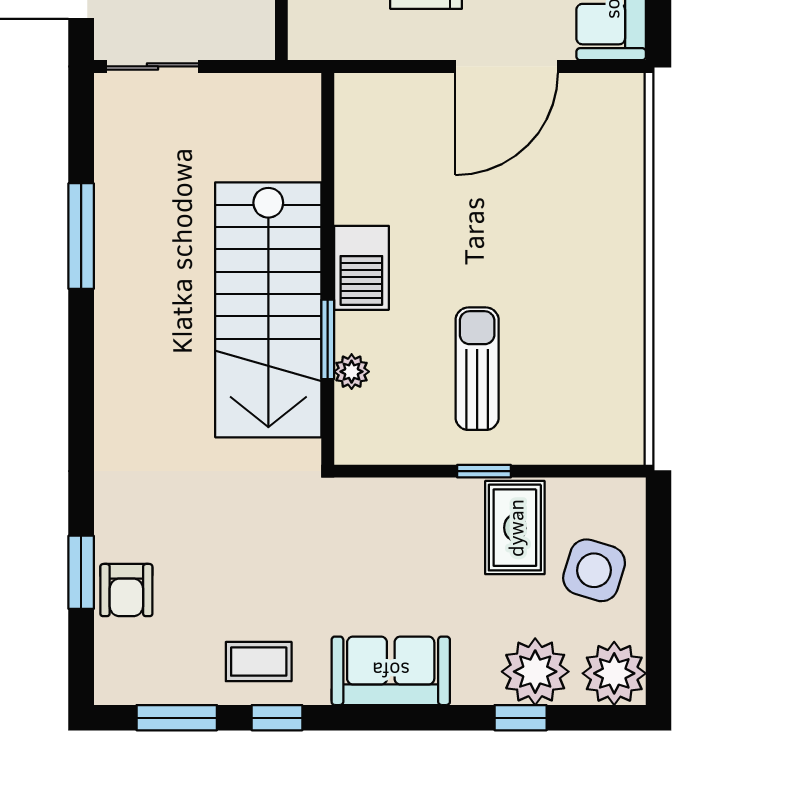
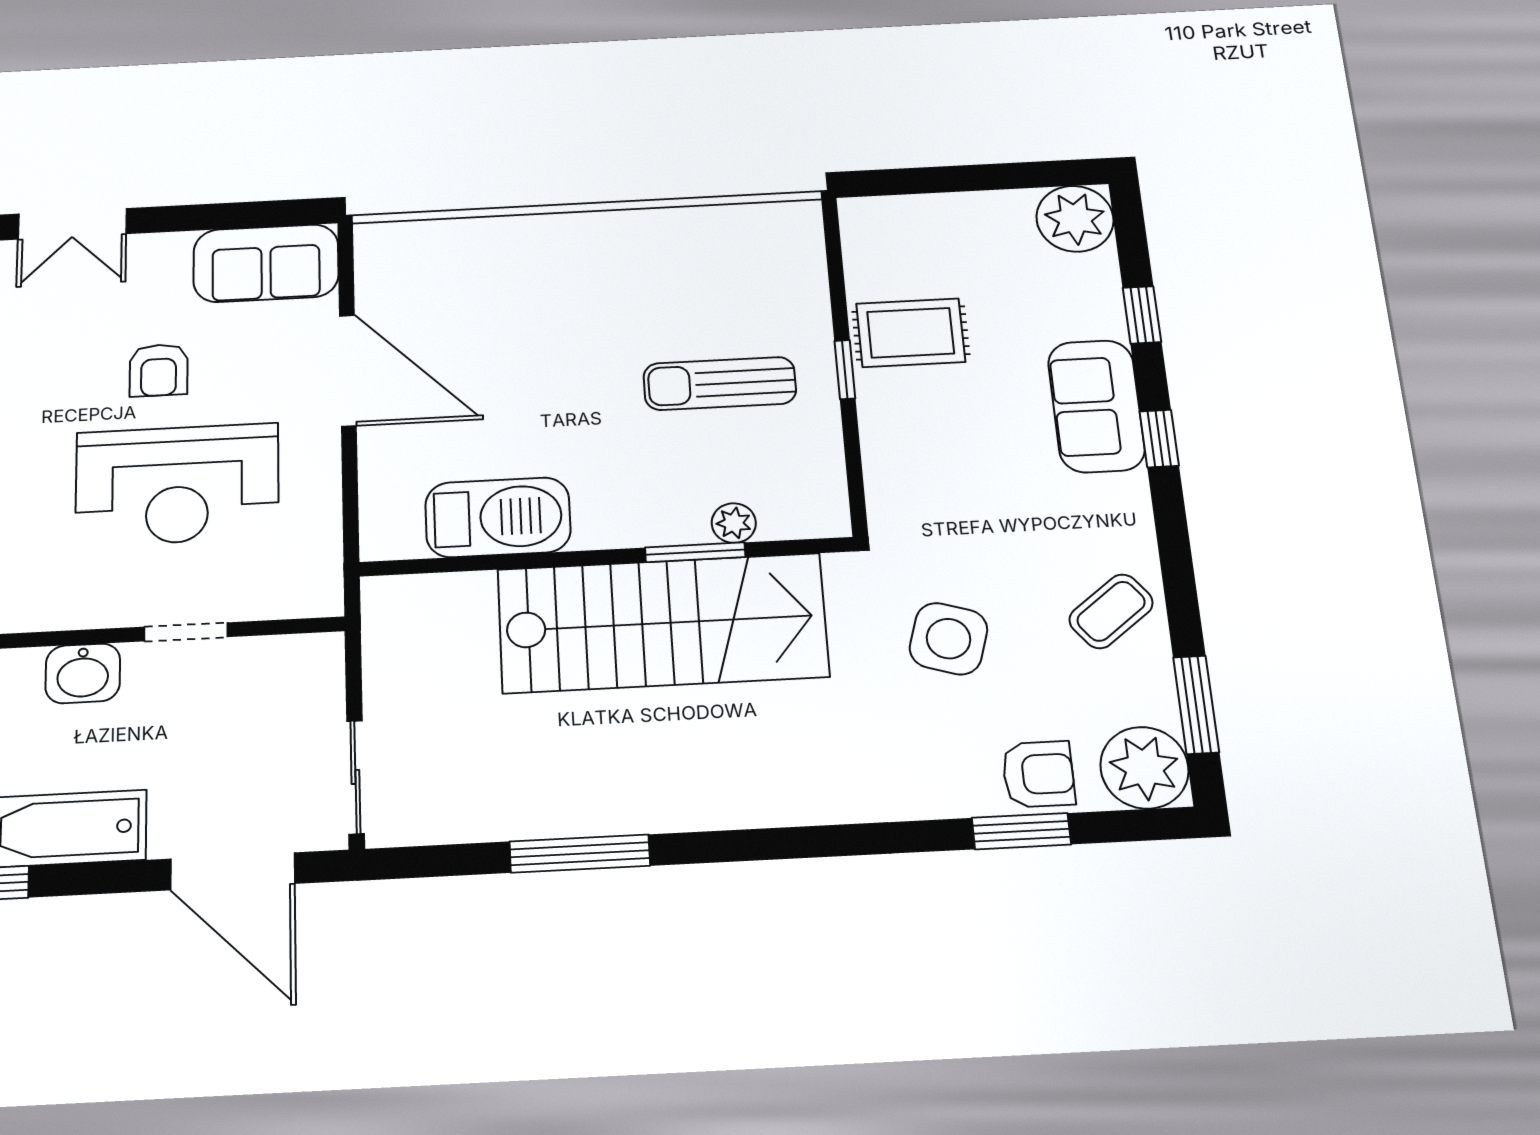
barbecue: (361, 268) -> (498, 517), moved, width x1.37, depth x1.21
side table: (594, 570) -> (948, 639), moved
coffee table: (259, 662) -> (1111, 611), turned 52
sofa: (391, 671) -> (1096, 406), moved
plant: (535, 672) -> (1144, 768), moved
window: (277, 718) -> (1159, 438), moved

